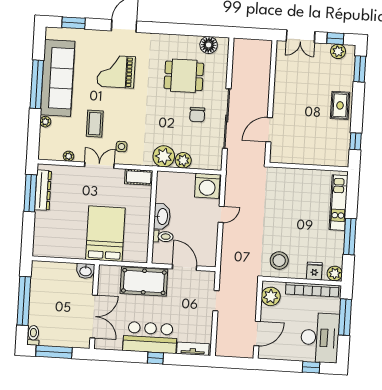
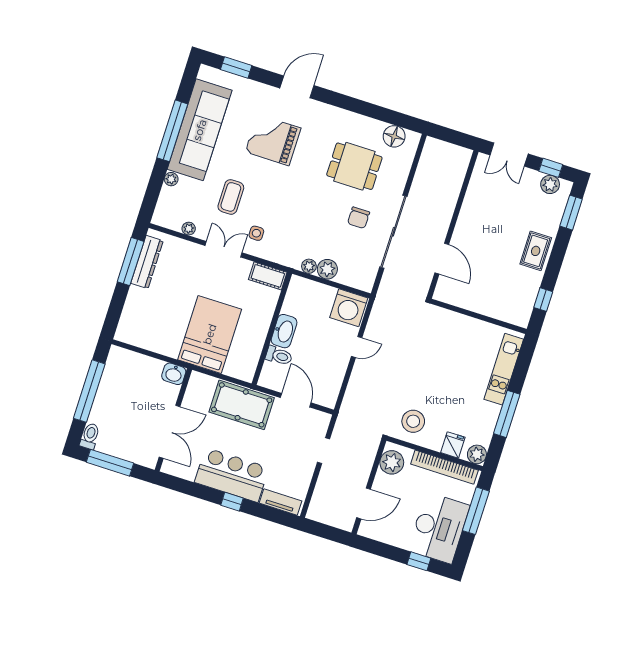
door: (269, 130) -> (442, 259), swing flipped
plant: (164, 156) -> (309, 266), width x0.53, depth x0.53

